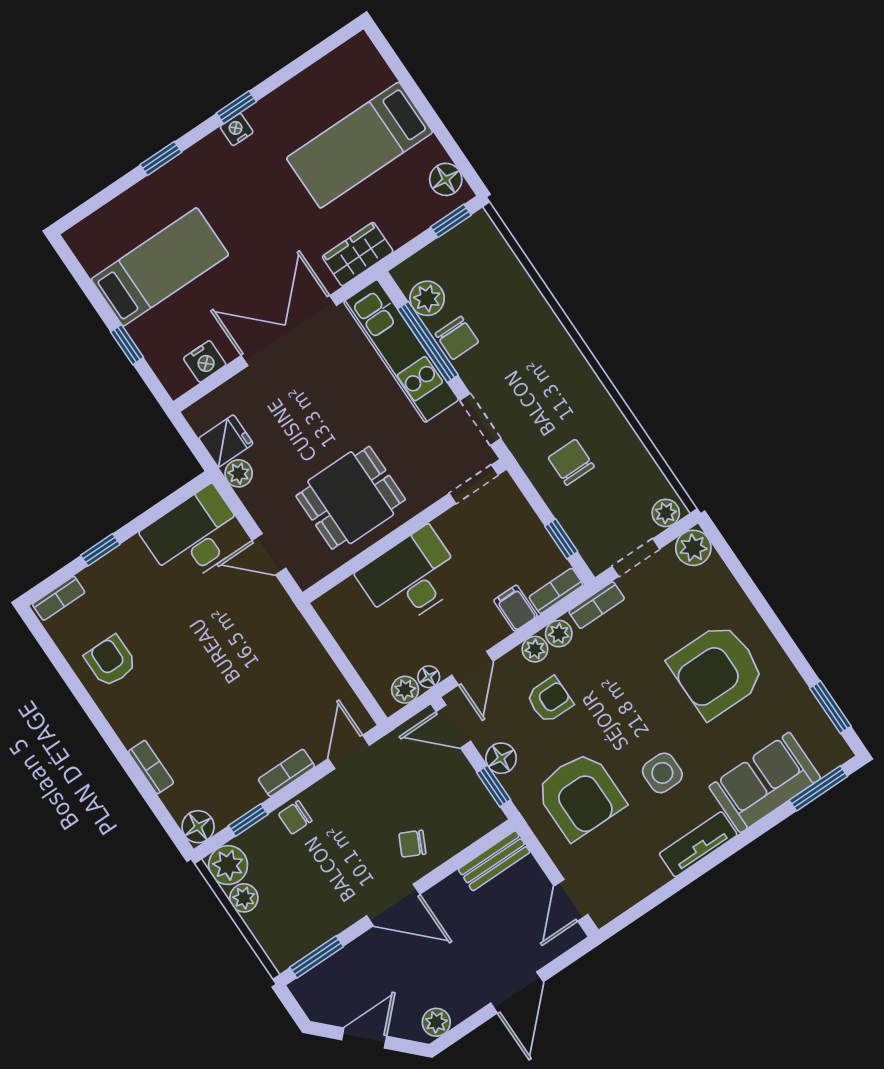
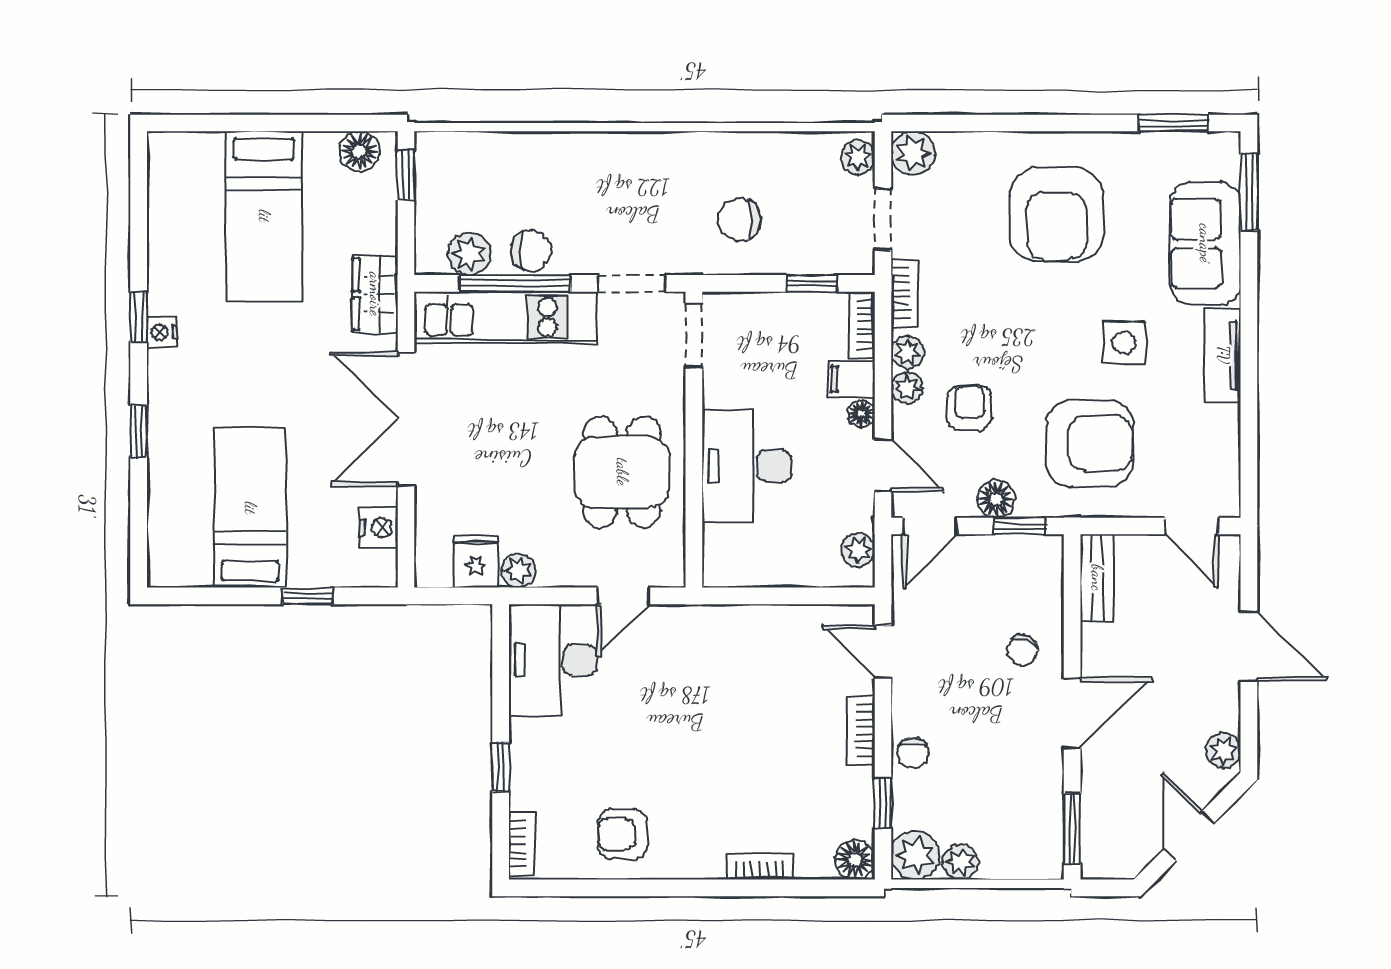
floor lamp: (429, 677) -> (861, 414), moved

